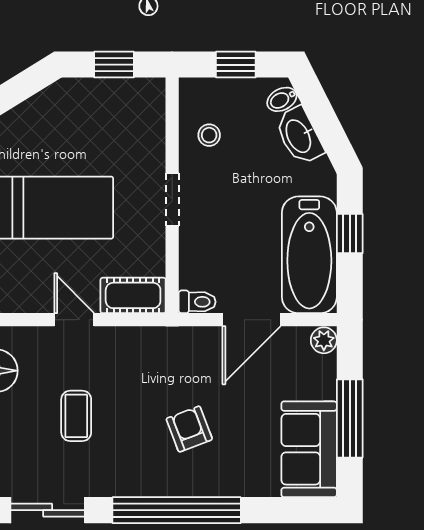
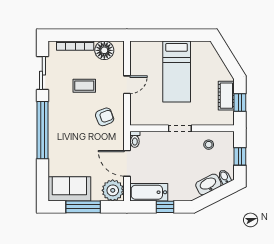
bathtub: (309, 255) -> (149, 192), width x0.73, depth x0.73
cot: (133, 295) -> (226, 96), moved
plant: (324, 340) -> (113, 190), width x1.87, depth x1.87
armchair: (189, 429) -> (105, 117), moved

